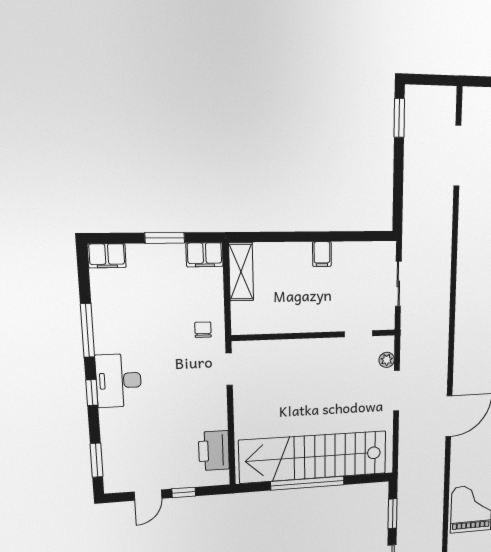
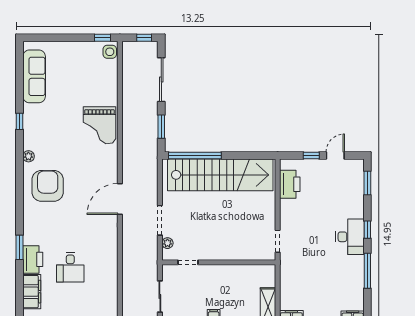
chair: (203, 330) -> (294, 269), removed
window: (308, 483) -> (195, 155), moved

